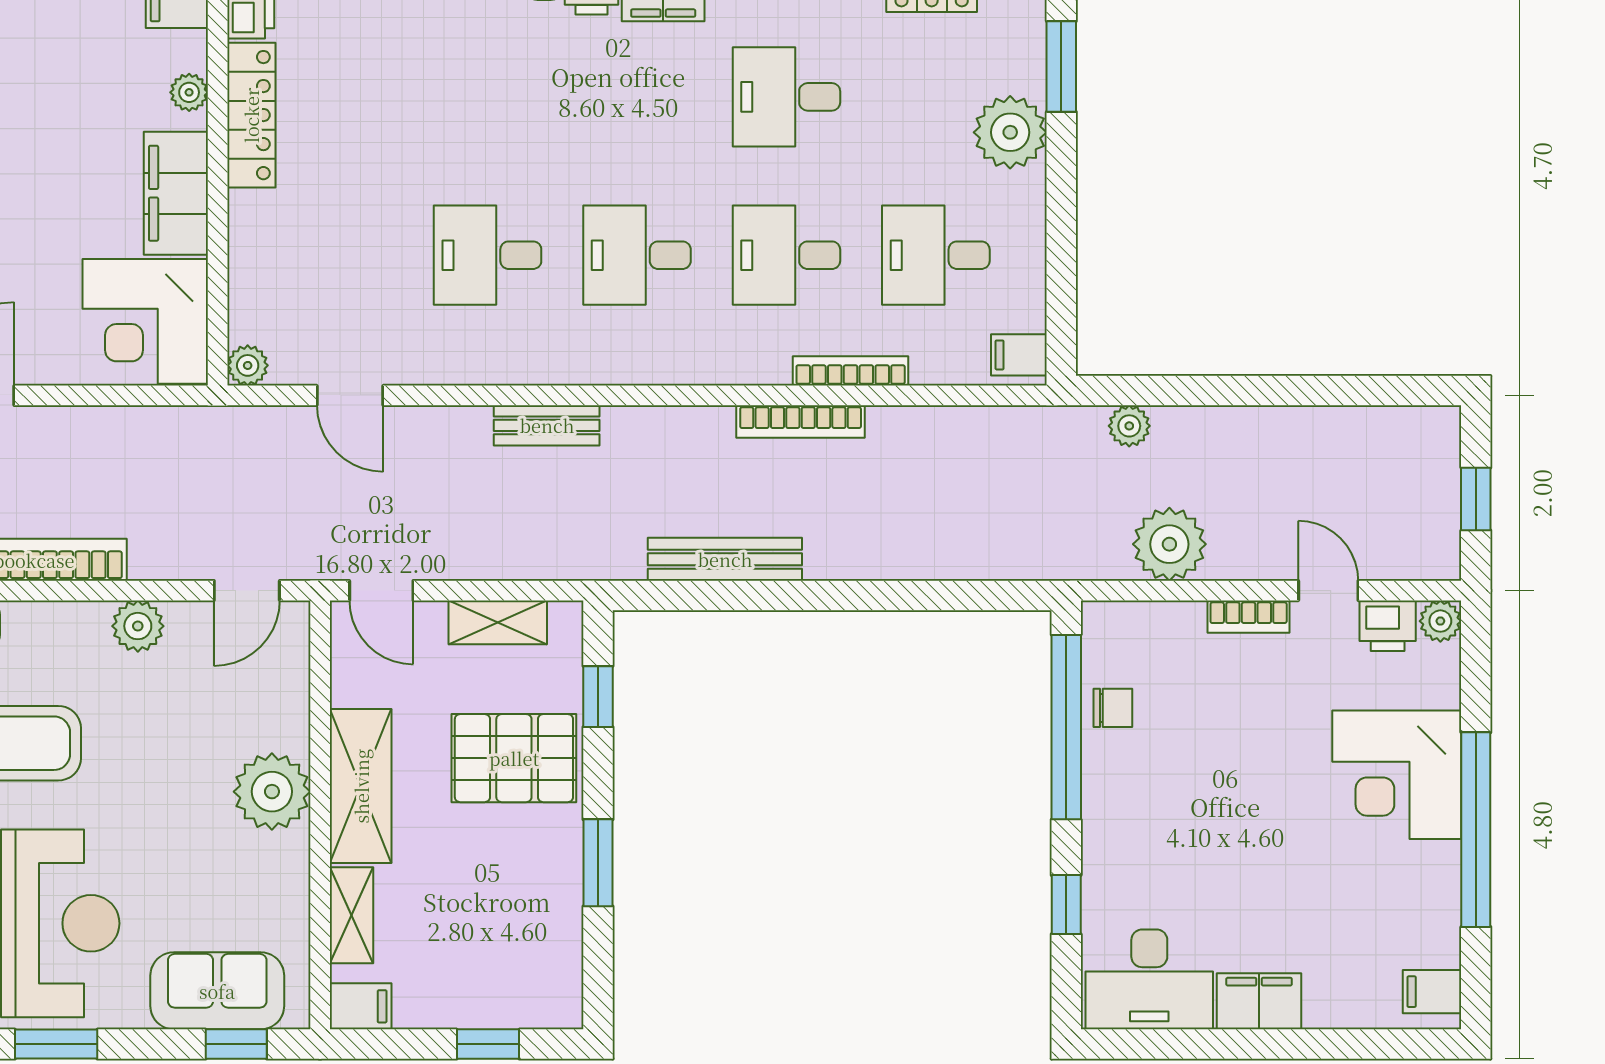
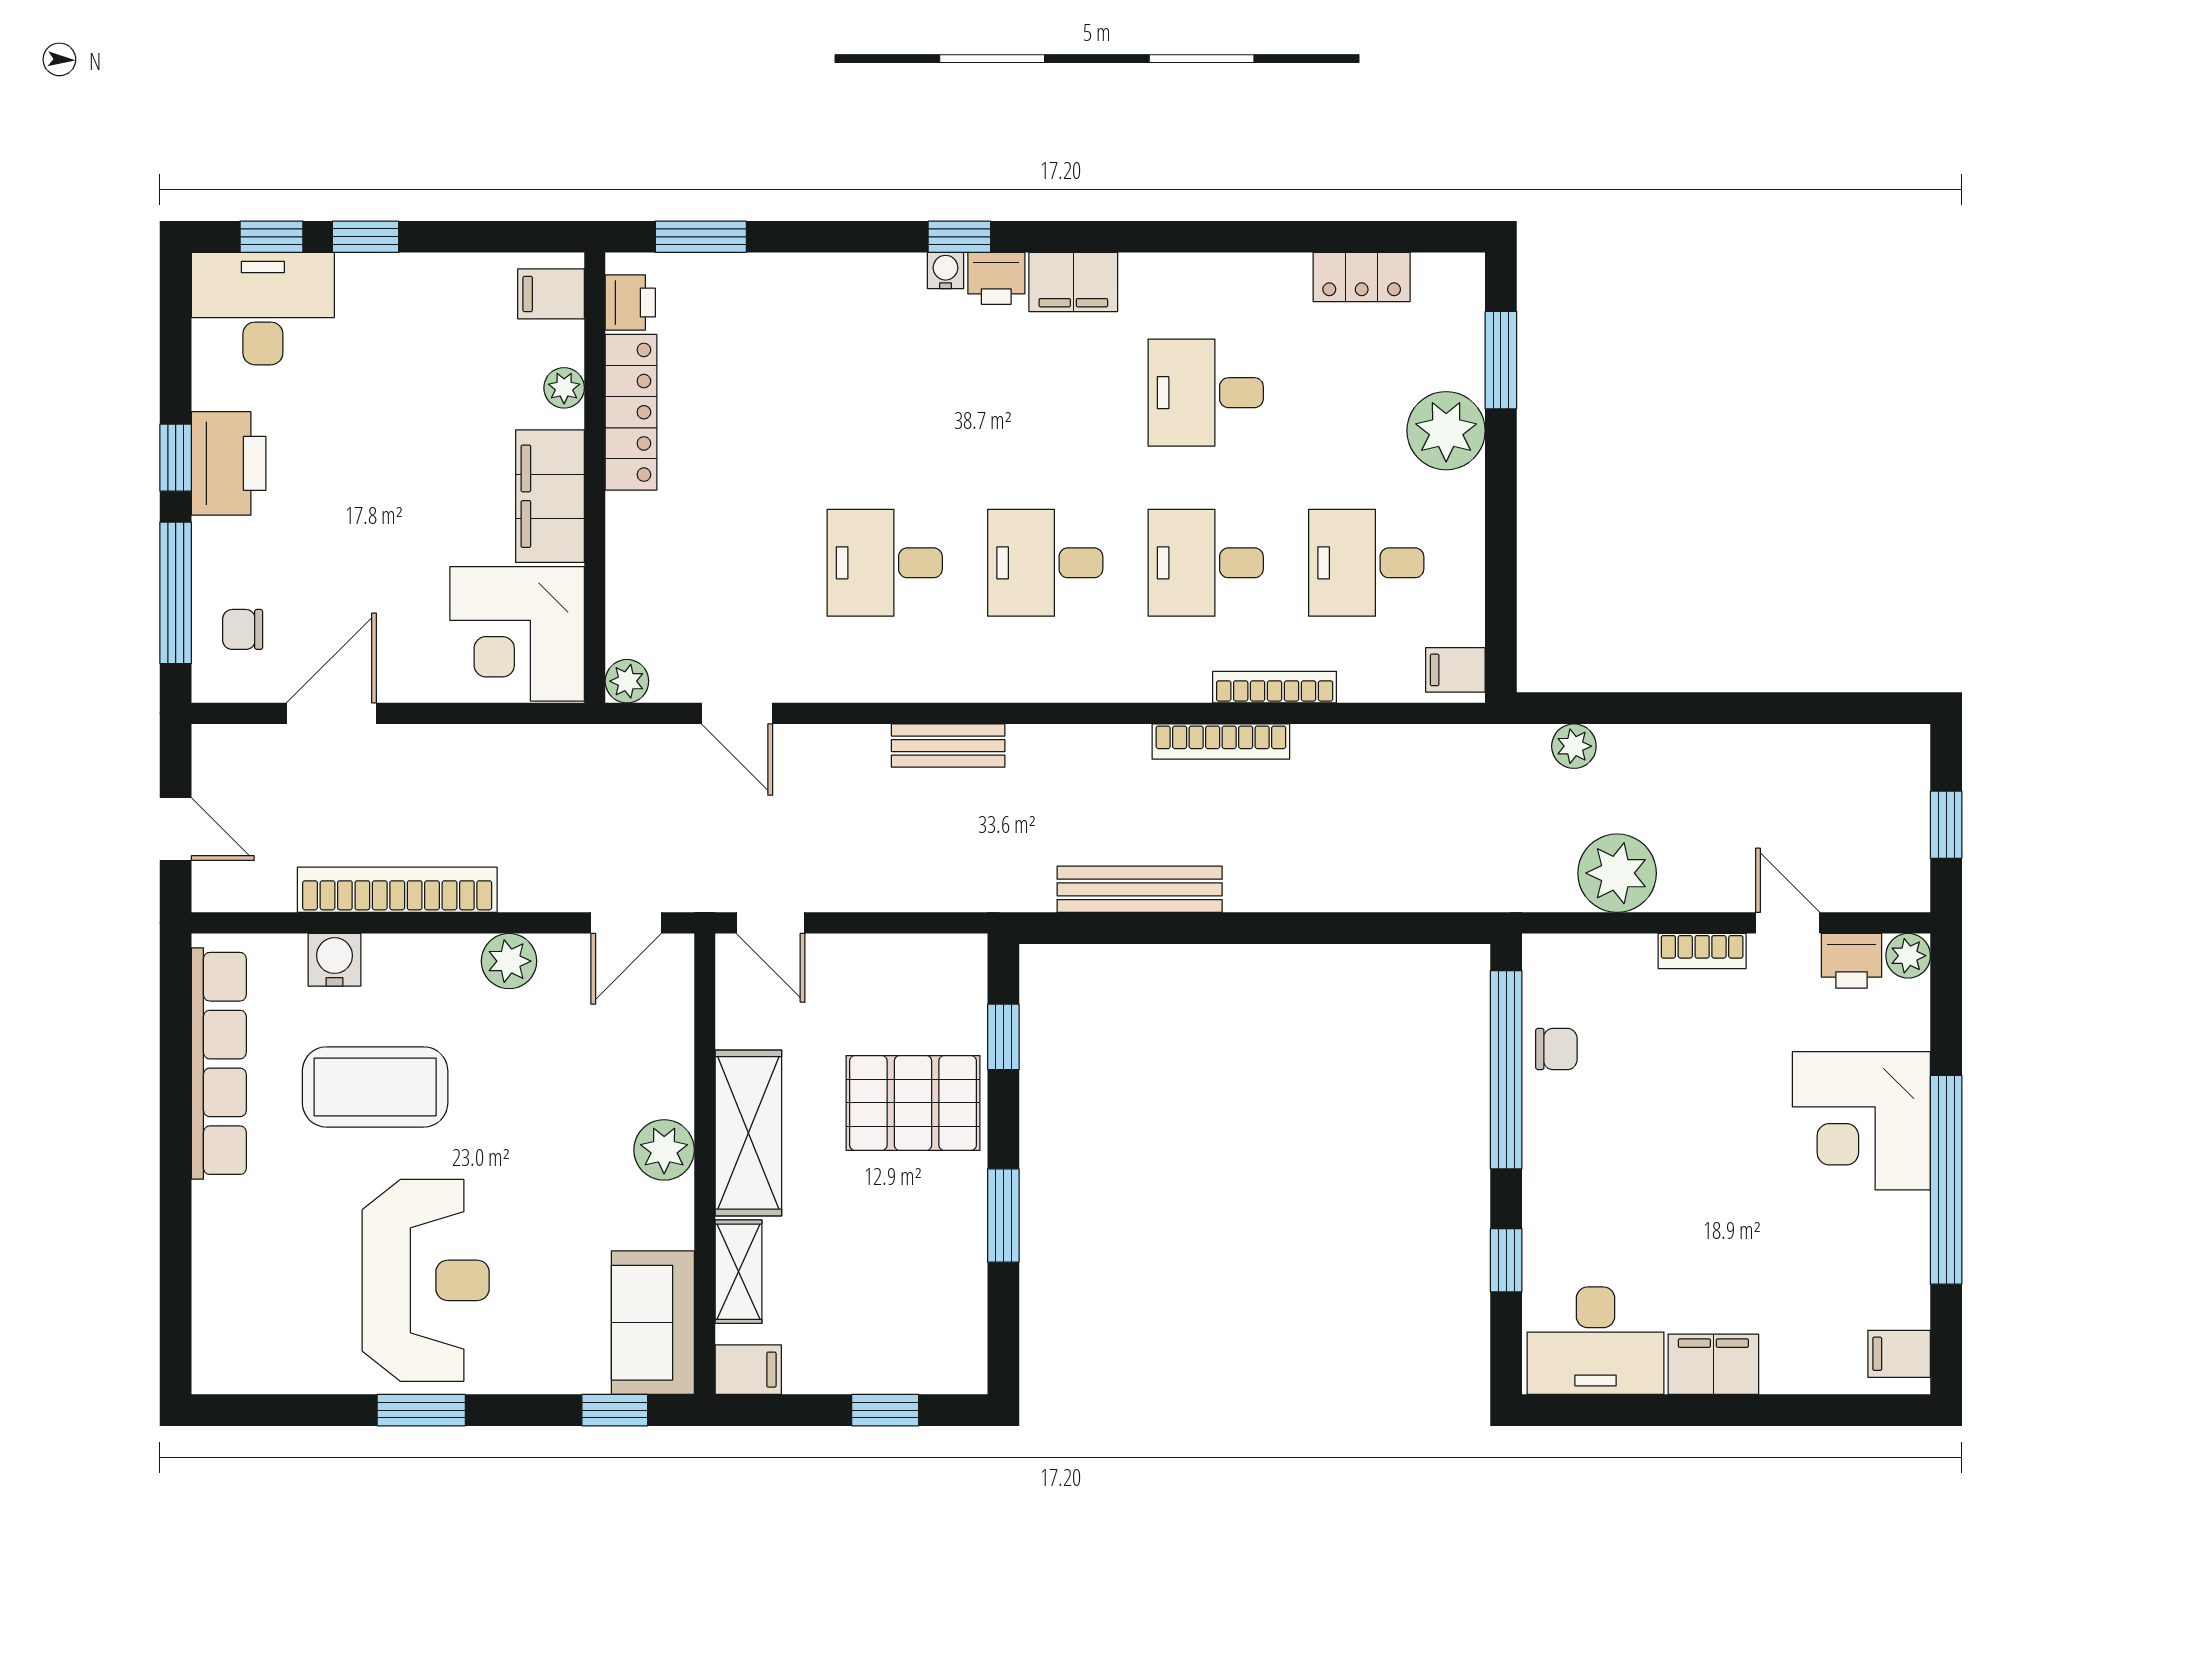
shelving: (498, 622) -> (896, 957), removed
plant: (272, 792) -> (664, 1150), width x0.73, depth x0.73
sofa: (217, 991) -> (653, 1323), moved, turned -90

